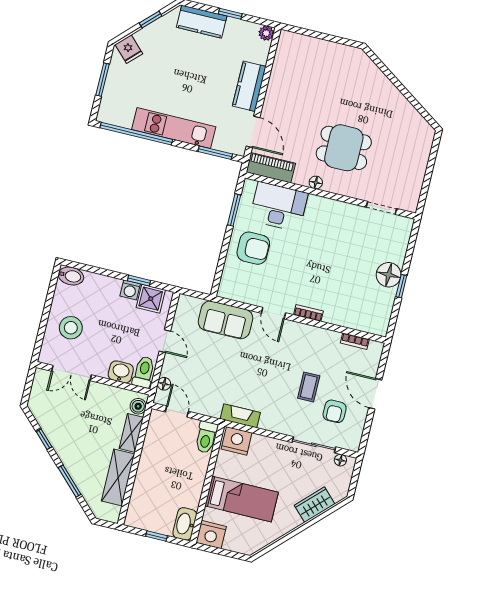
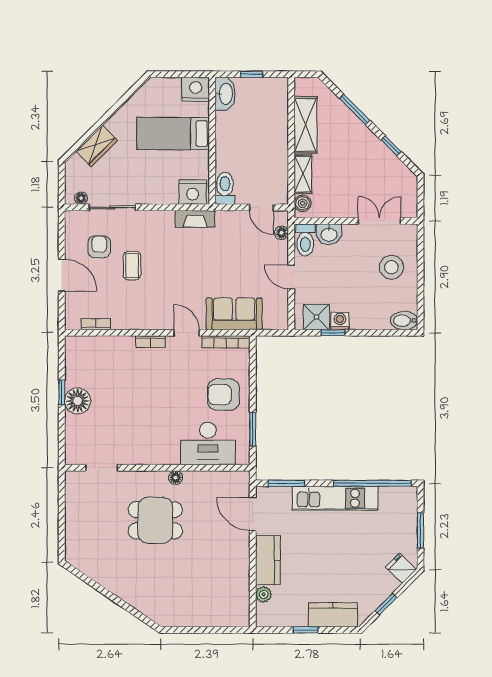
plant: (266, 33) -> (264, 594), moved
piano: (271, 168) -> (225, 482), removed
bookcase: (239, 296) -> (226, 342), added

